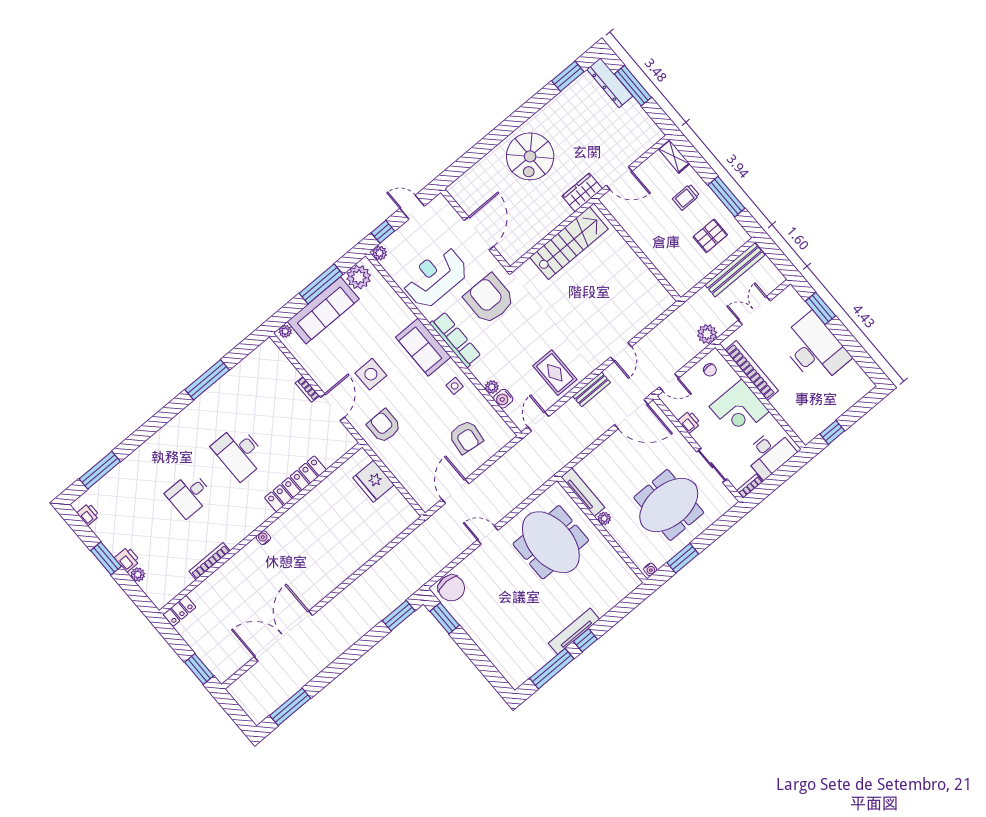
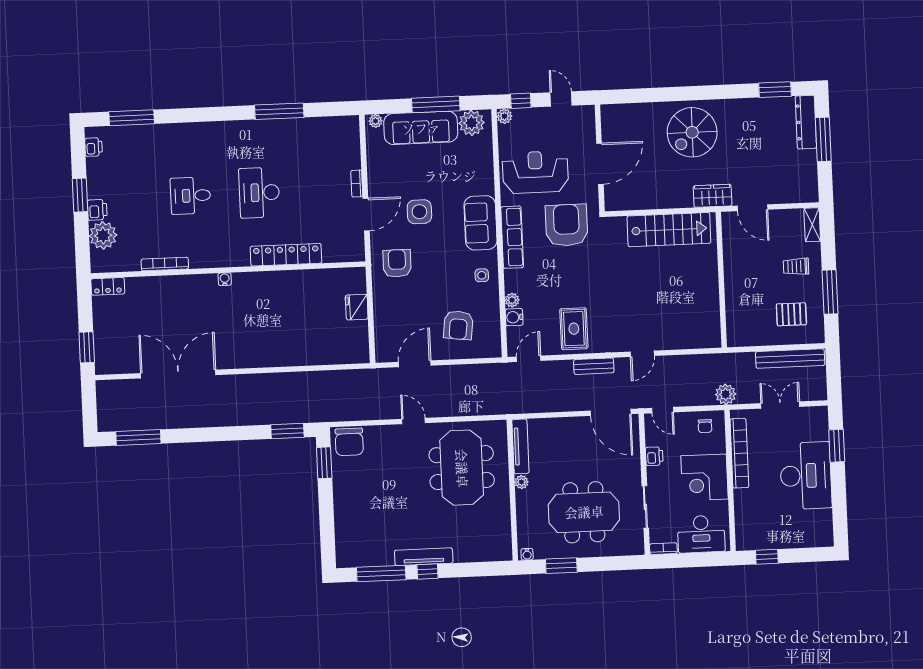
fridge: (374, 481) -> (357, 307), width x0.73, depth x0.75
plant: (138, 575) -> (103, 235), width x1.87, depth x1.87

